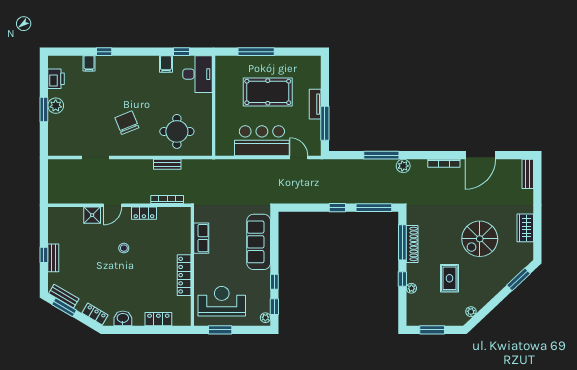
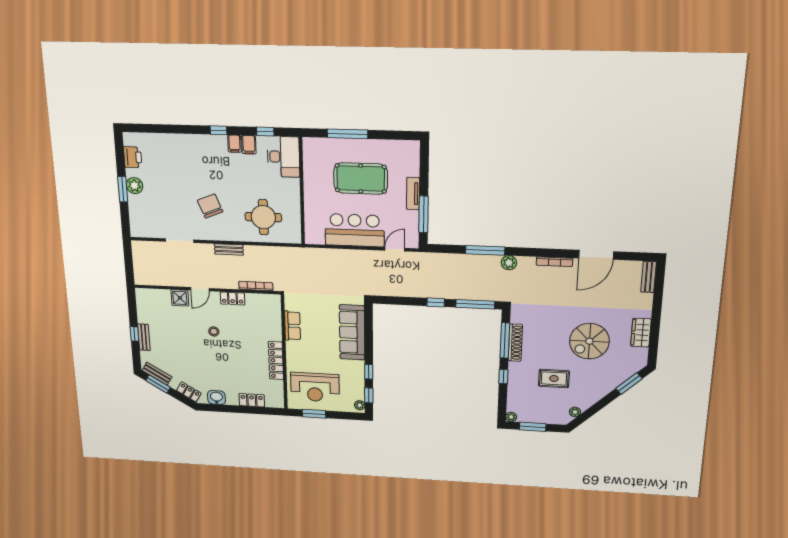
window: (104, 52) -> (218, 130), moved
filing cabinet: (89, 63) -> (234, 144), moved
door: (299, 157) -> (395, 249), hinge flipped
bench: (167, 164) -> (229, 249), moved
rug: (449, 278) -> (554, 378), turned 90
plant: (411, 288) -> (511, 417), moved
reception desk: (222, 301) -> (315, 387), turned 180

